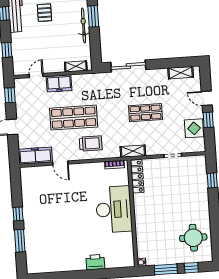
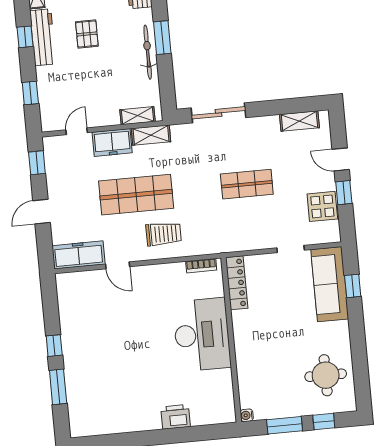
shelving: (133, 151) -> (151, 135), moved
sofa: (197, 179) -> (330, 284), added

